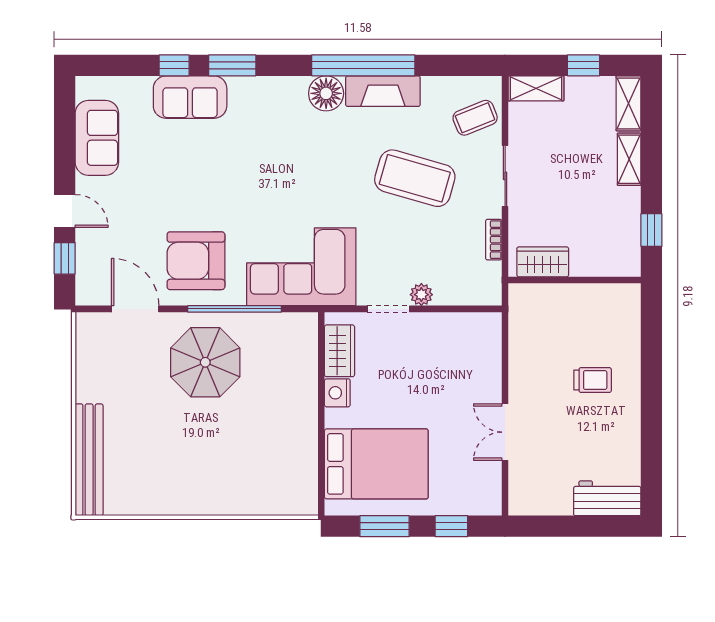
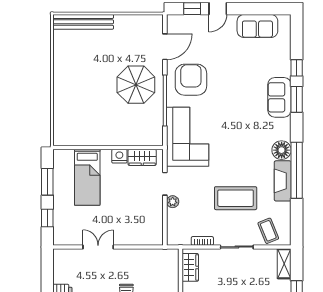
sofa: (190, 97) -> (279, 97), moved
coffee table: (415, 178) -> (236, 198), turned 74
bed: (376, 464) -> (87, 177), width x0.67

